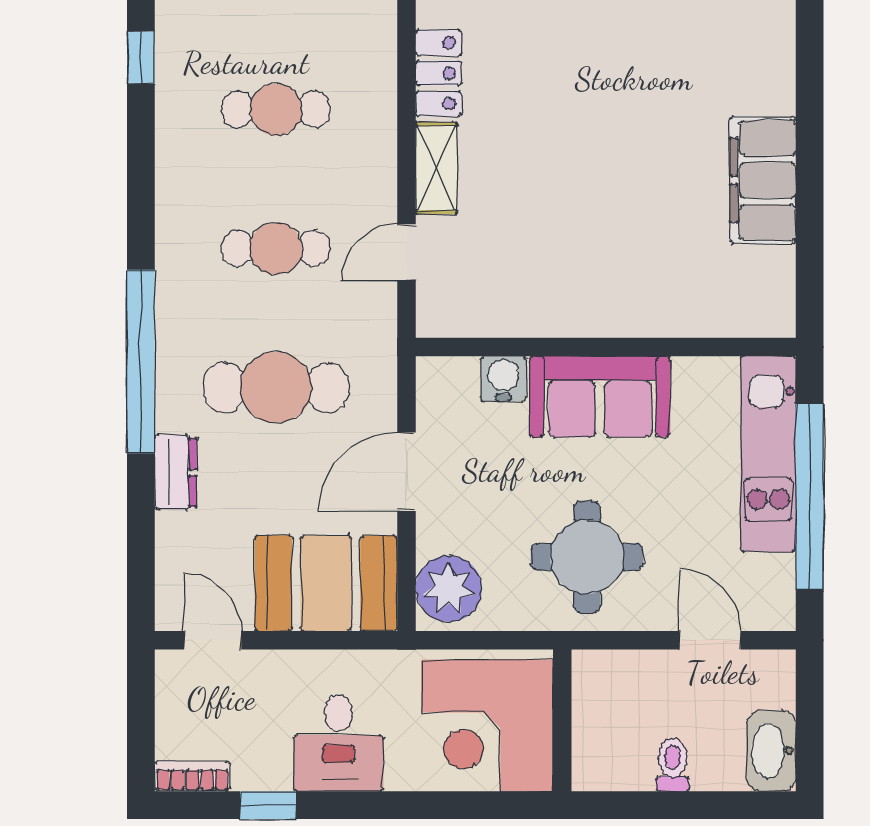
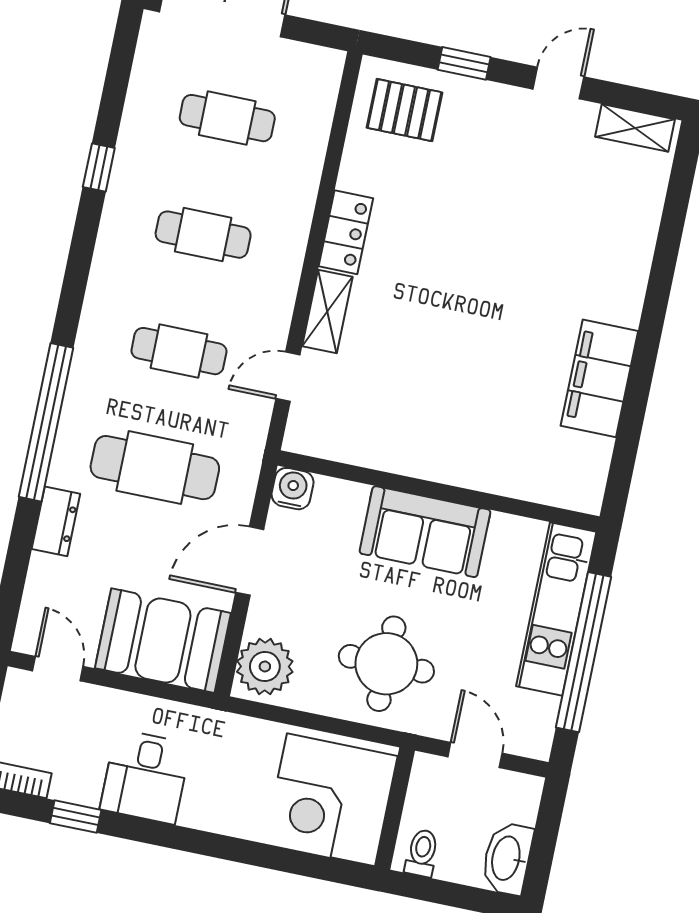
water cooler: (503, 379) -> (293, 489), moved
wall: (562, 720) -> (395, 809), moved
corner desk: (487, 725) -> (331, 800), moved

